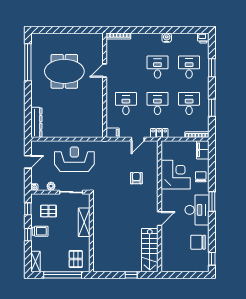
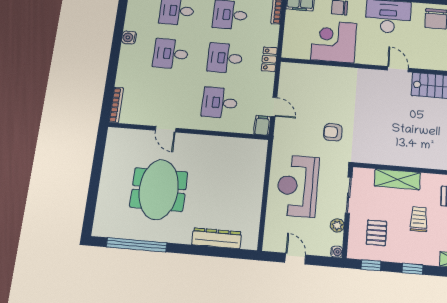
dresser: (36, 122) -> (217, 238), moved
door: (138, 139) -> (274, 107), moved
armchair: (136, 178) -> (333, 132), moved
trolley: (40, 231) -> (419, 219), moved

